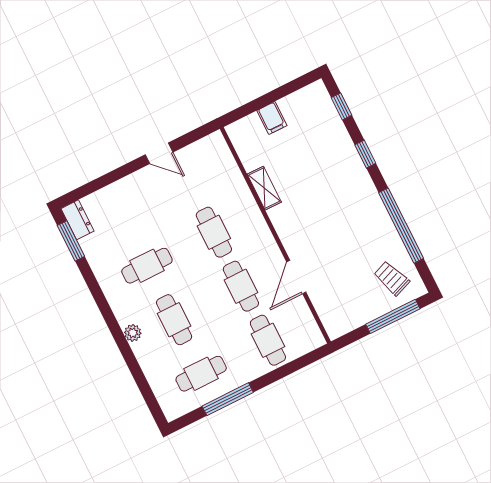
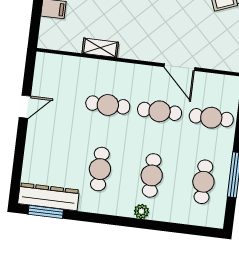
dresser: (77, 220) -> (49, 197), width x1.96, depth x1.24
cafe table: (174, 320) -> (152, 175), turned 90

